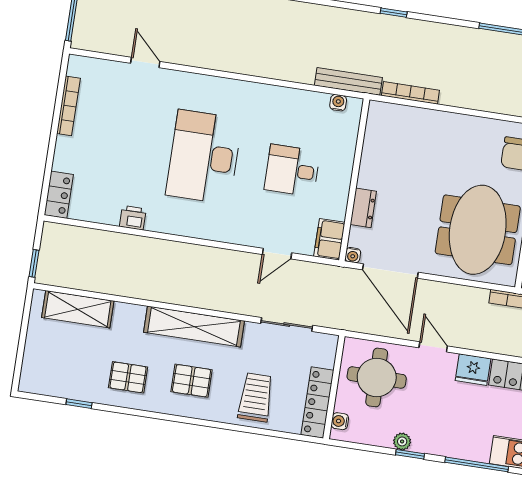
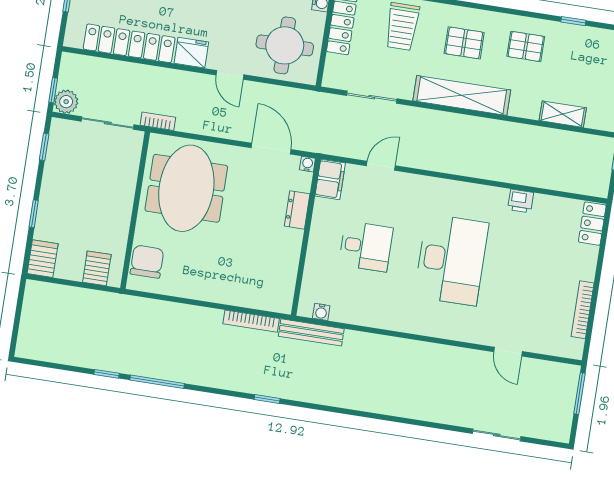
door: (390, 271) -> (271, 149), width x0.73
shelving: (78, 309) -> (563, 114), width x0.67, depth x0.75

